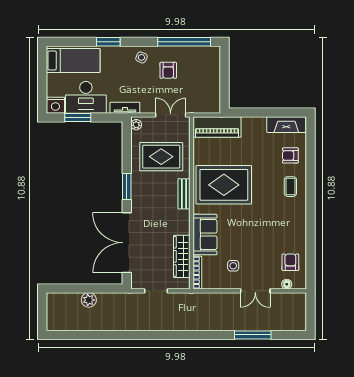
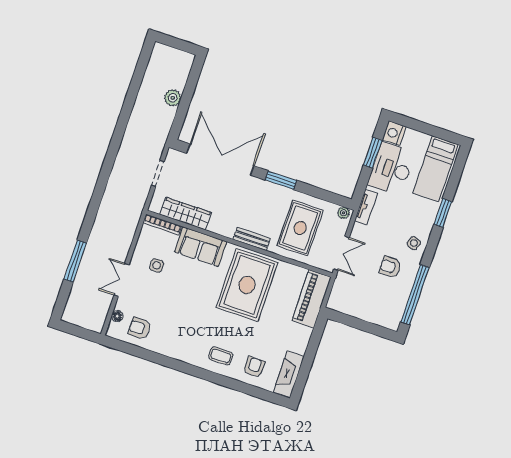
armchair: (290, 262) -> (139, 328), turned 180

